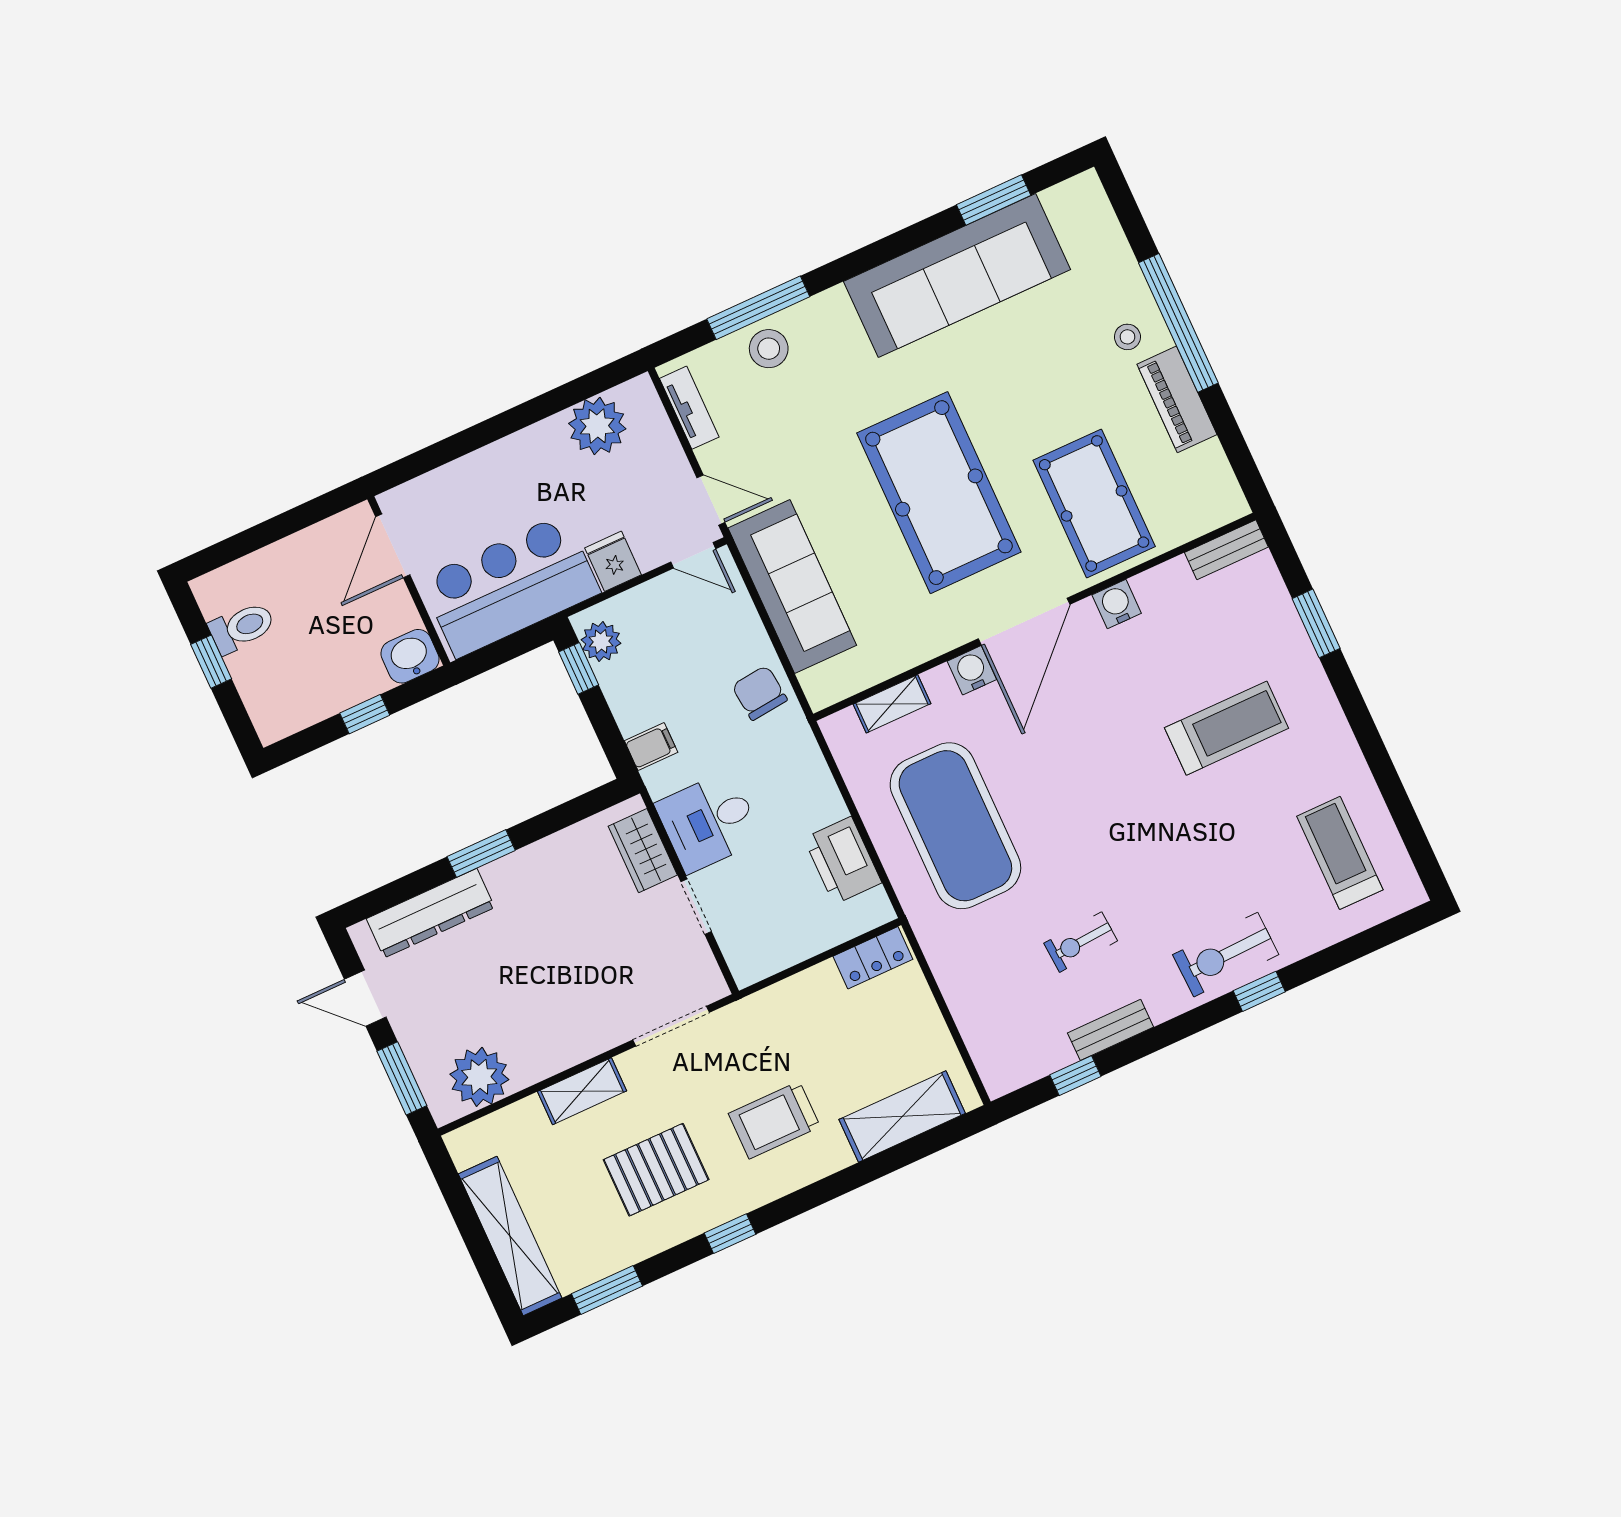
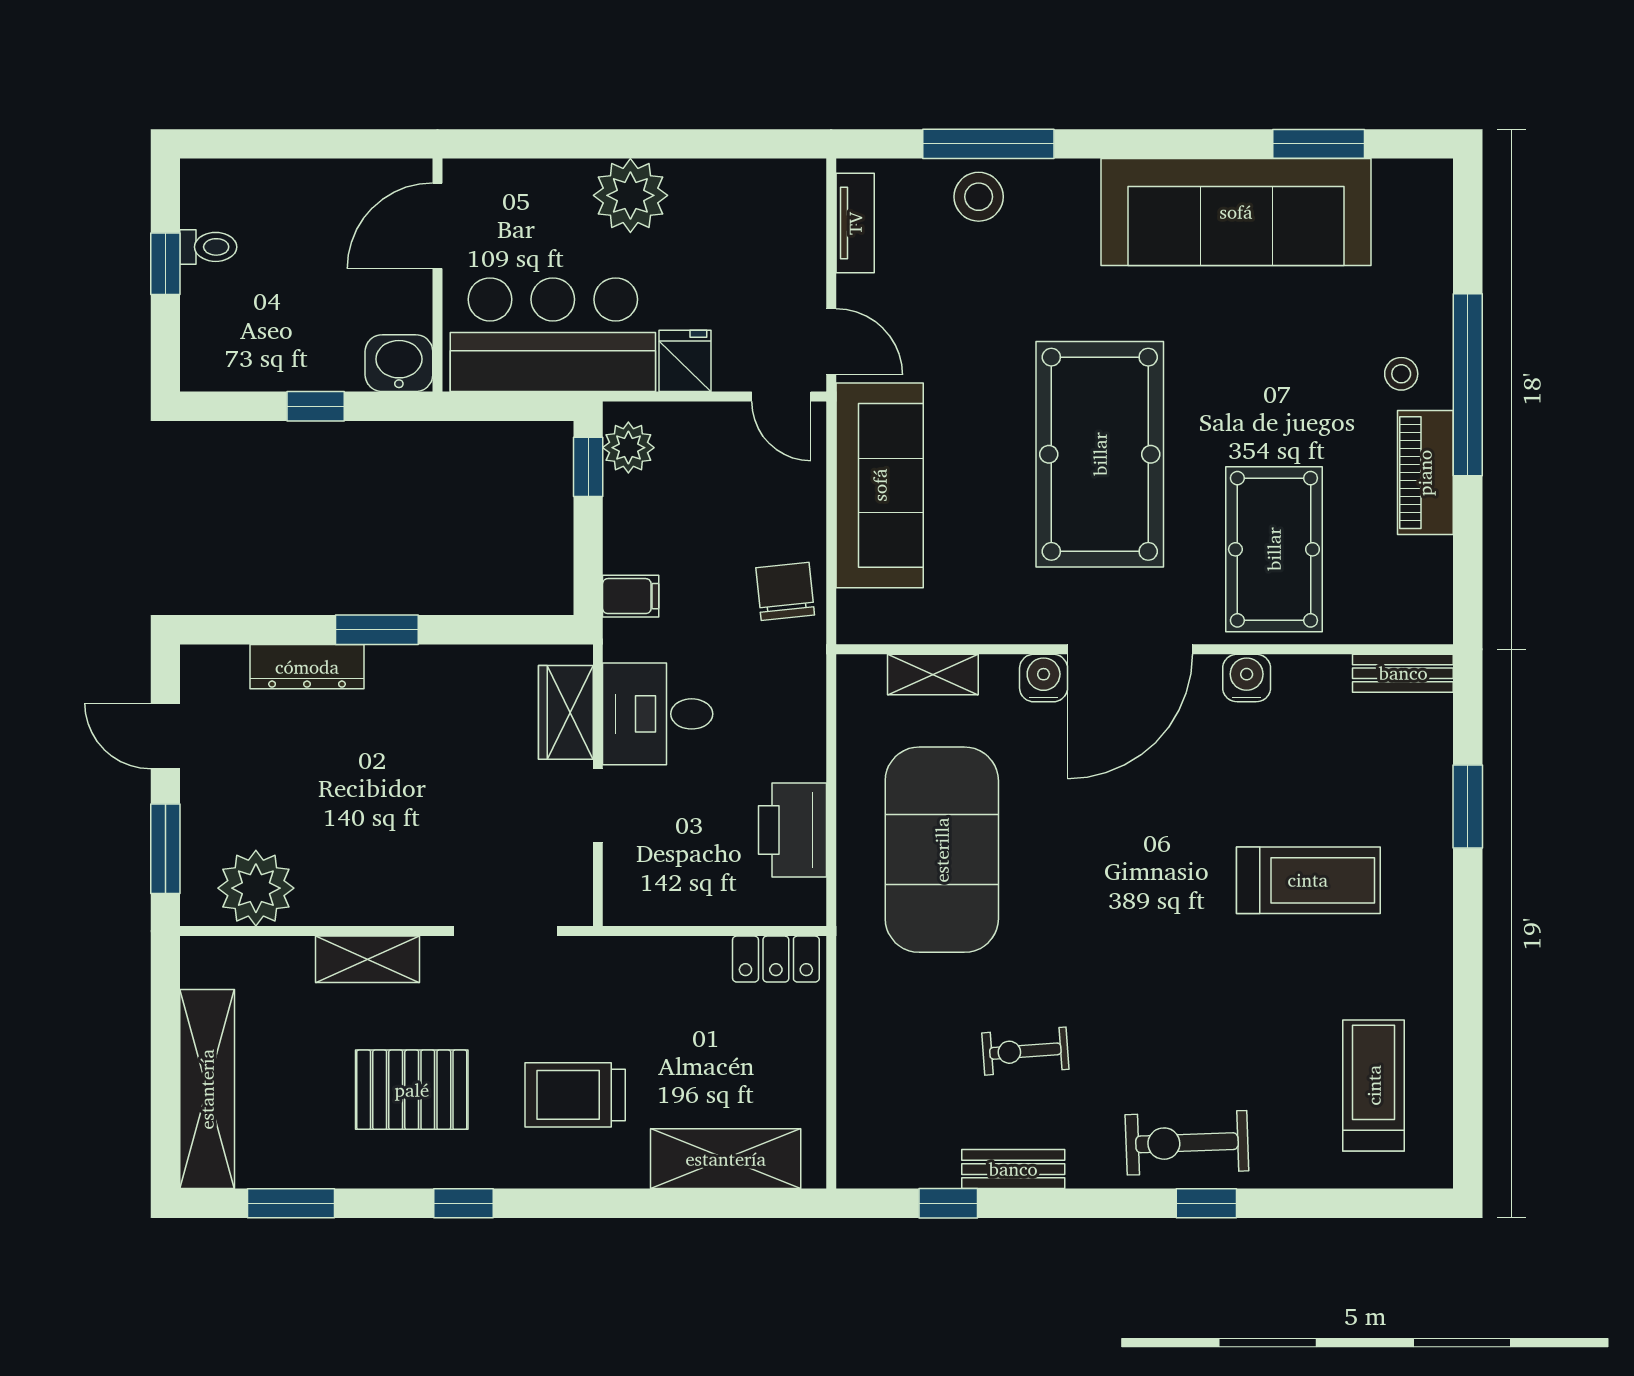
plant: (597, 426) -> (630, 195), moved
toilet: (242, 627) -> (208, 247), width x0.73, depth x0.72
dresser: (430, 913) -> (307, 667), width x0.73, depth x0.80

